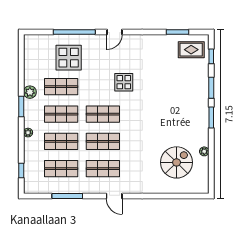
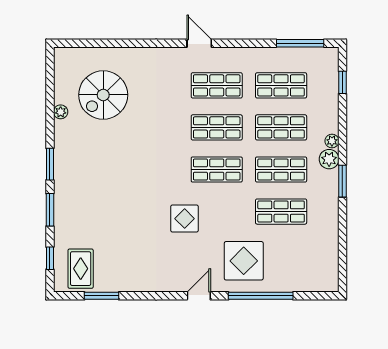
rug: (191, 50) -> (81, 269), turned 90
display table: (69, 58) -> (244, 261), moved
plant: (30, 92) -> (329, 159), moved
window: (67, 196) -> (300, 43), moved

